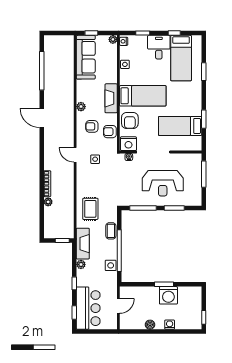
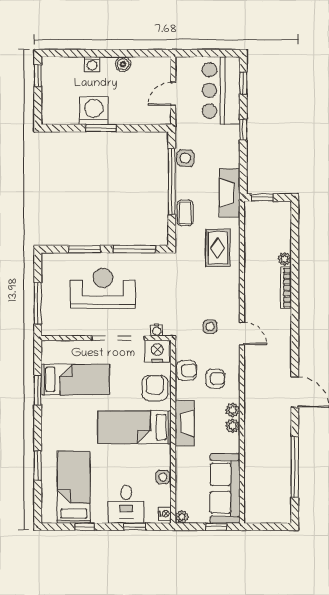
desk: (159, 47) -> (126, 504), moved
plant: (81, 264) -> (233, 426), moved

